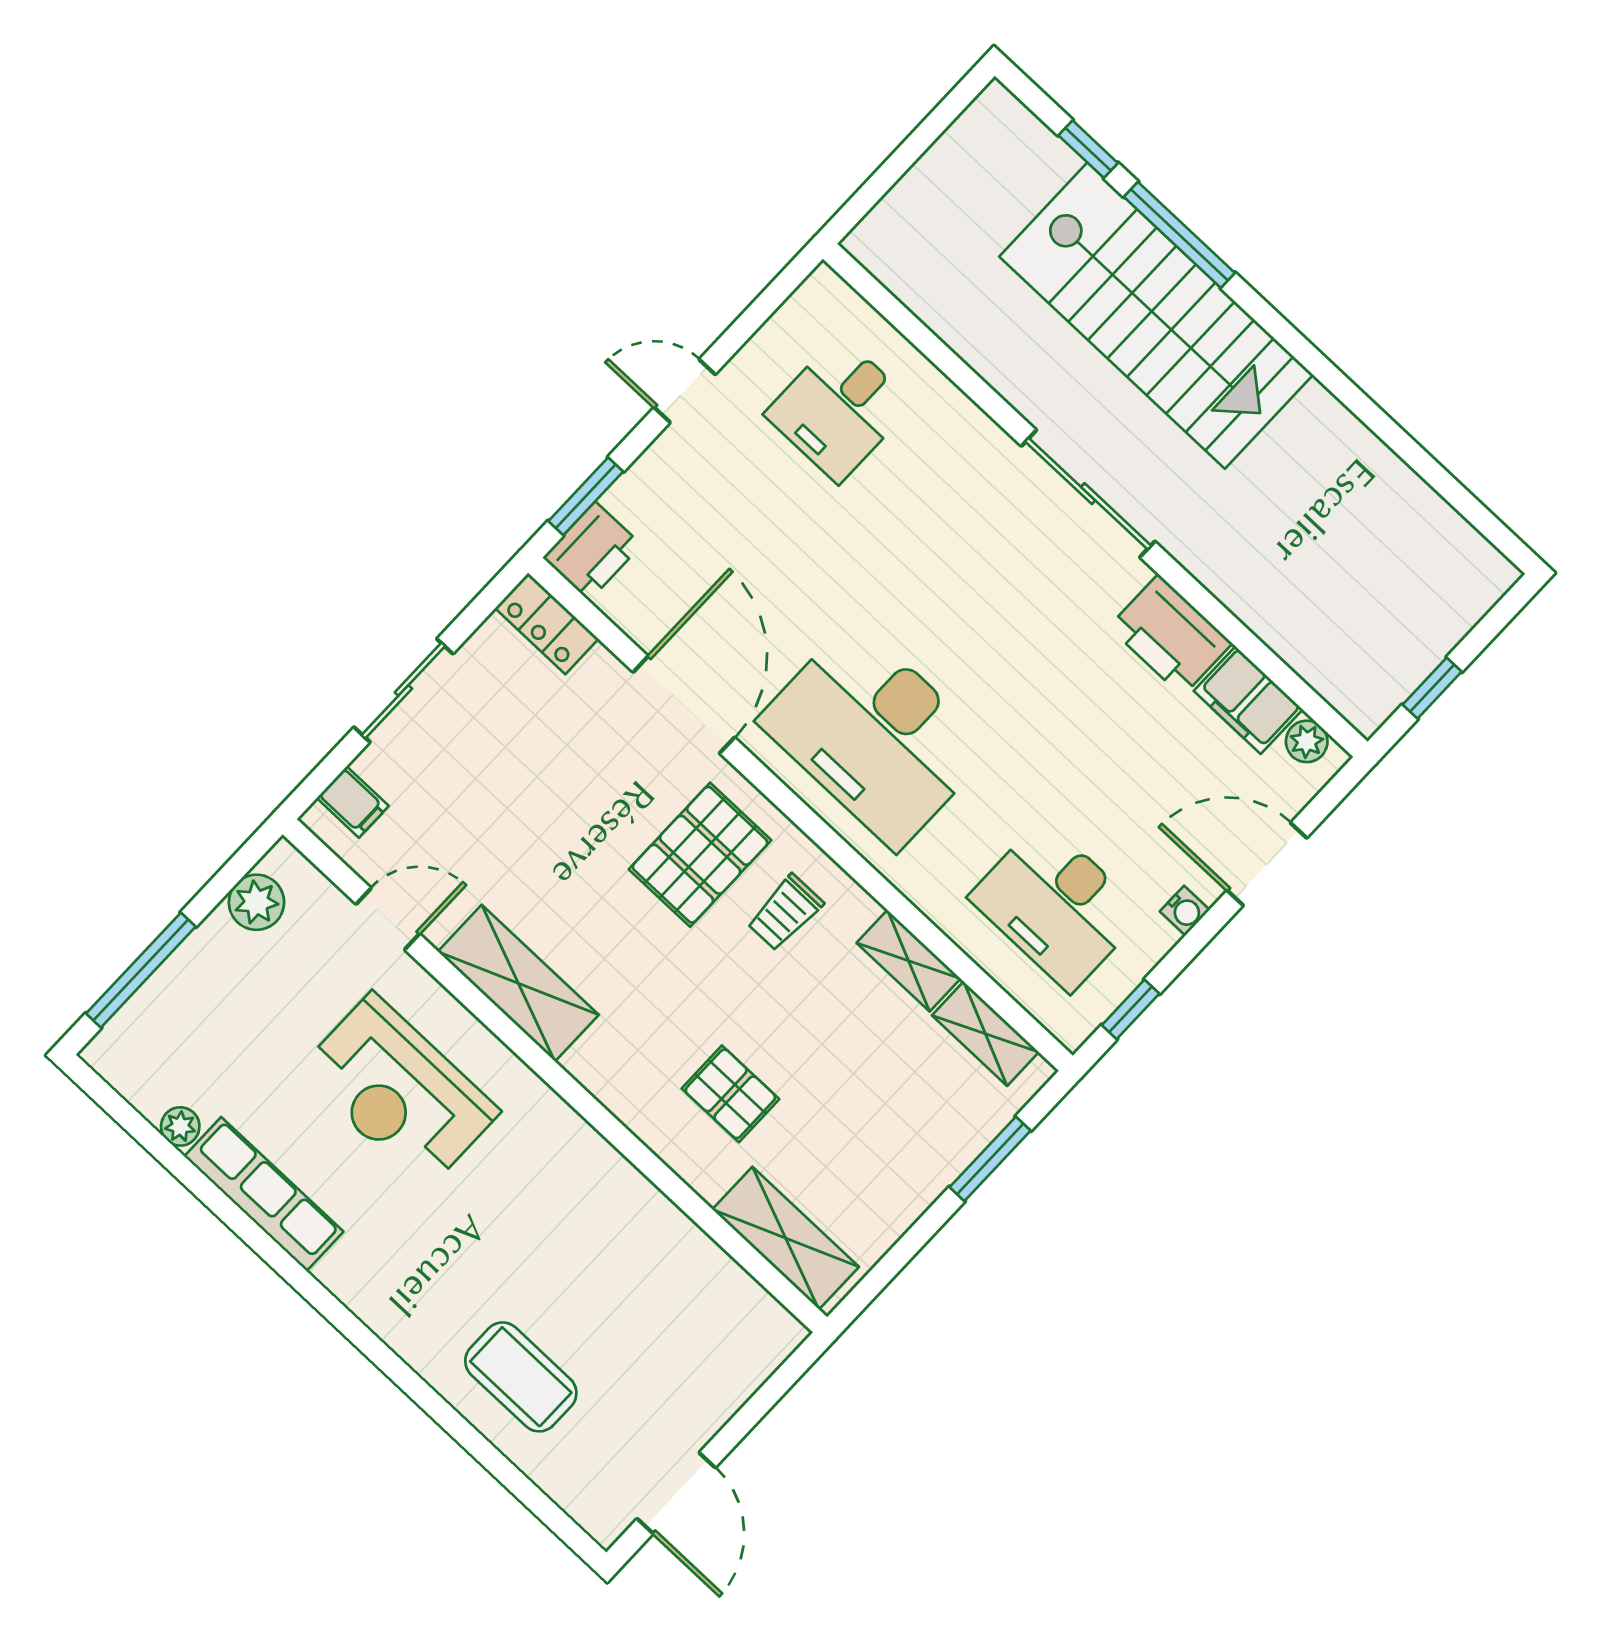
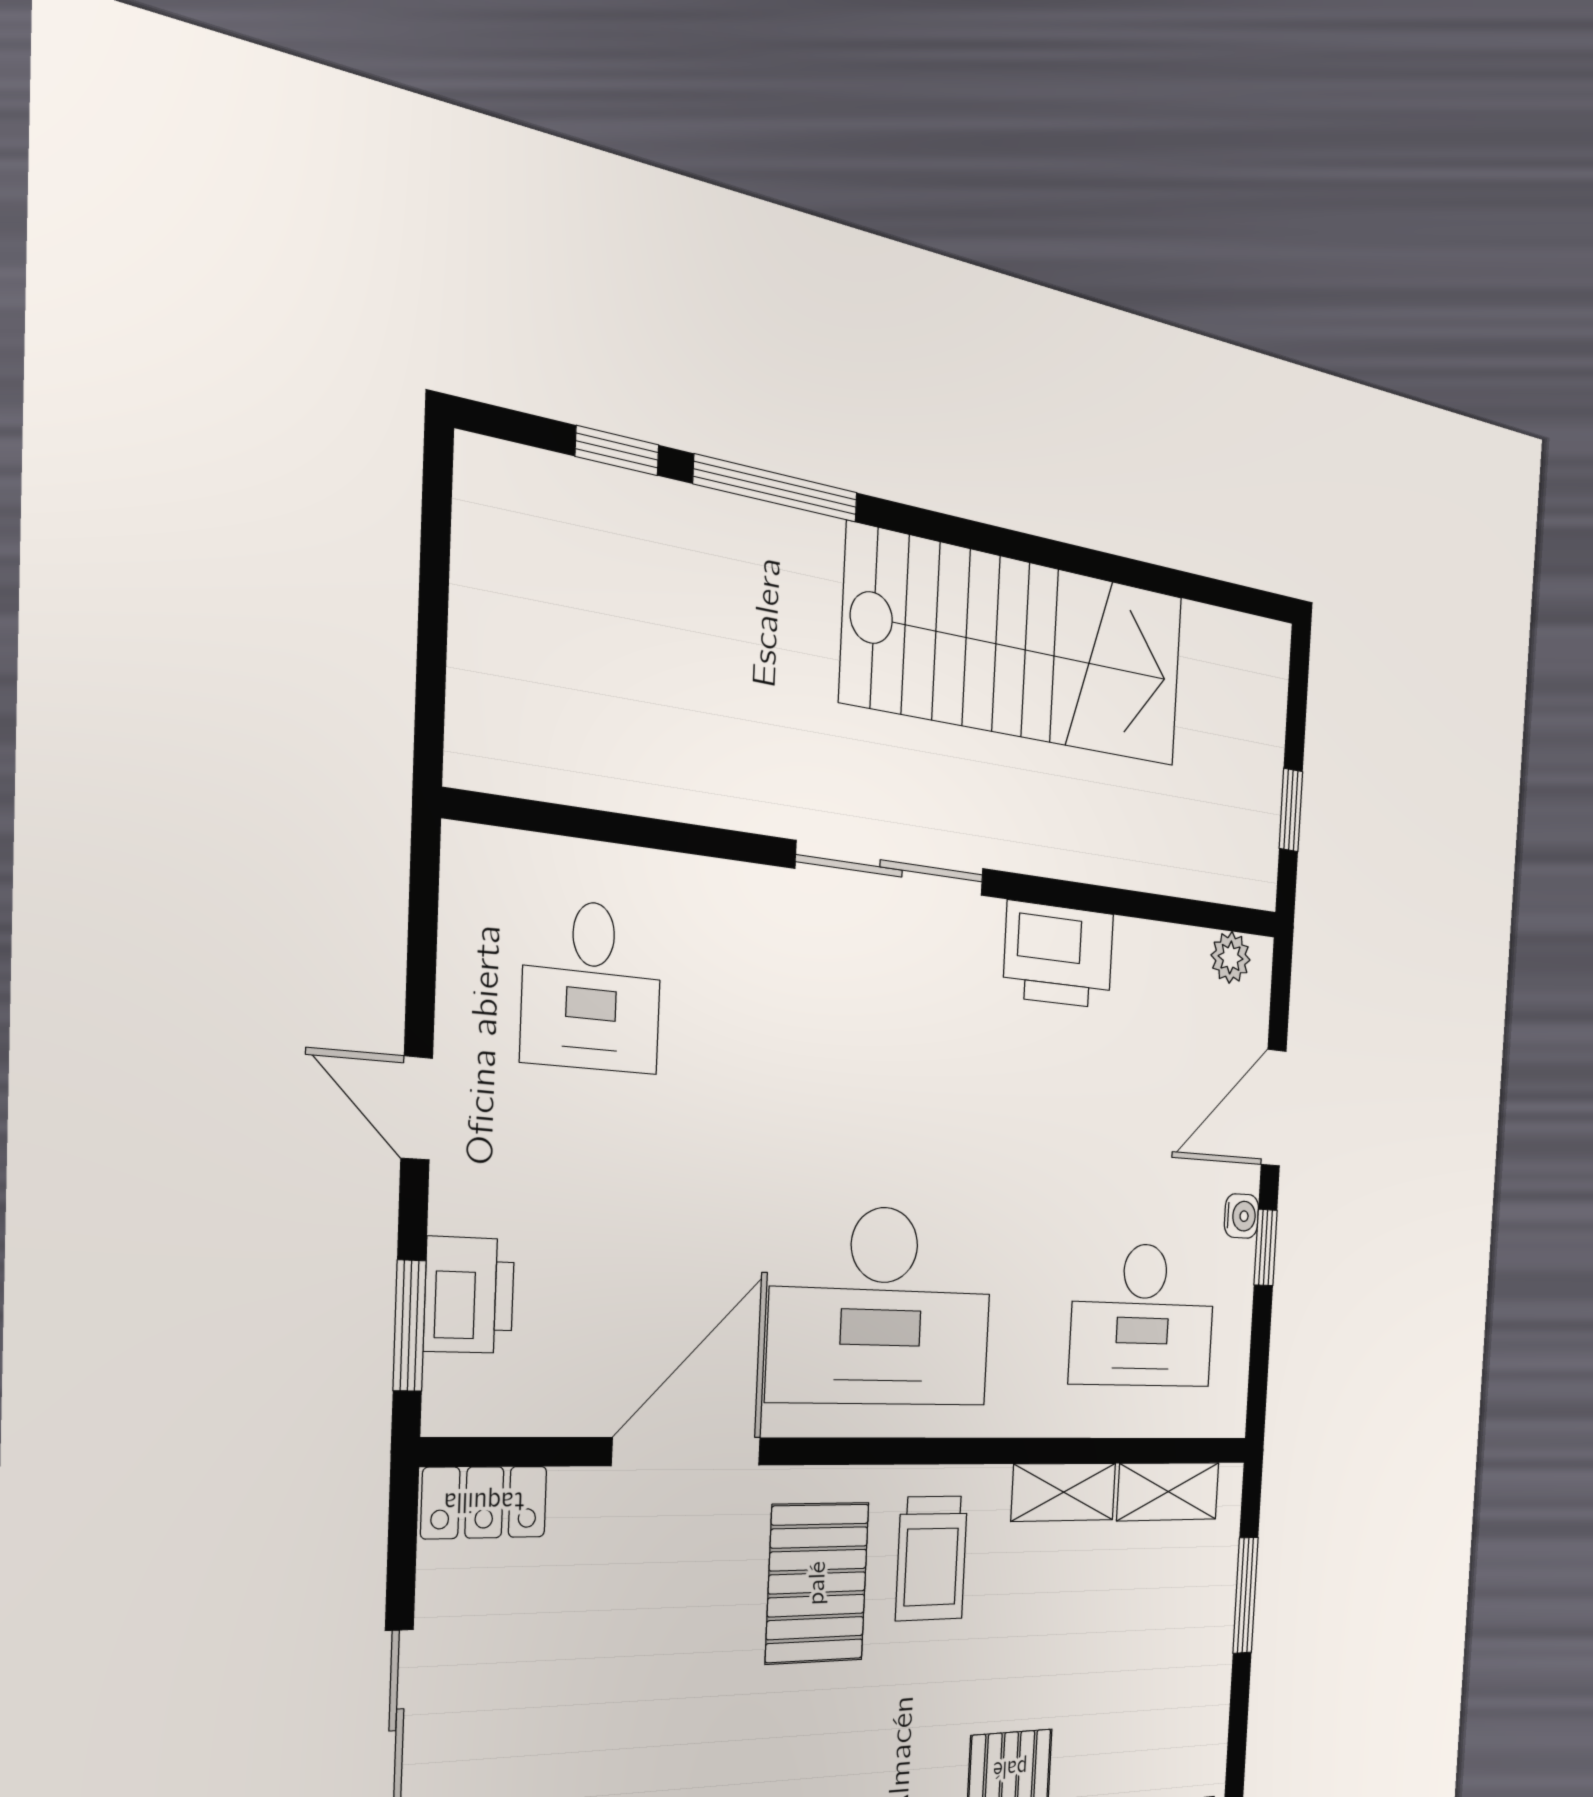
stairs: (1156, 316) -> (1017, 648), moved
door: (685, 391) -> (417, 1108), hinge flipped
printer: (592, 551) -> (469, 1295), moved
filing cabinet: (1248, 700) -> (1161, 961), removed
door: (684, 705) -> (687, 1451), hinge flipped
trolley: (785, 913) -> (932, 1558), width x1.36, depth x1.39
window: (1131, 1009) -> (1266, 1248), moved

